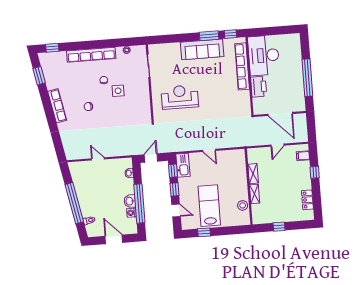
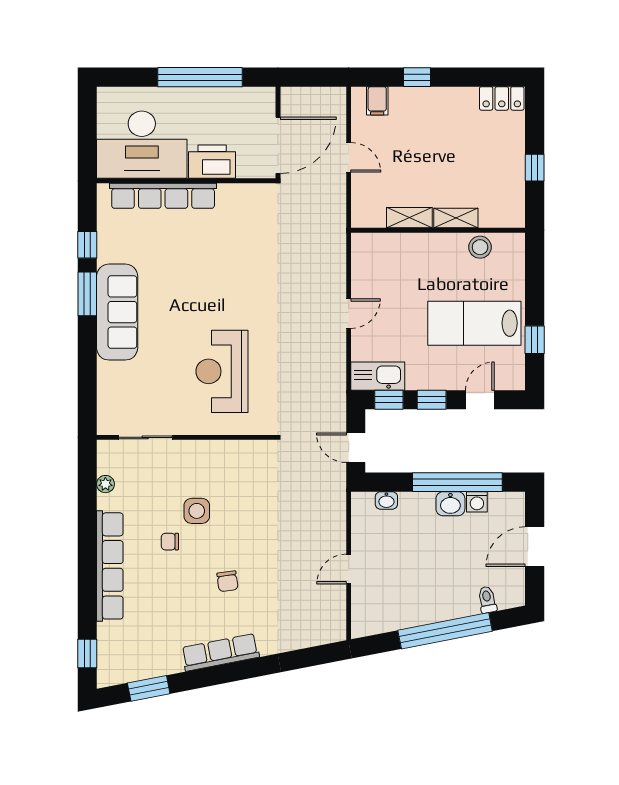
desk: (264, 55) -> (142, 145), moved
row of seats: (242, 66) -> (163, 196), moved
wall: (249, 76) -> (186, 181), moved
printer: (259, 87) -> (212, 162), moved
locker: (307, 200) -> (502, 98), moved

